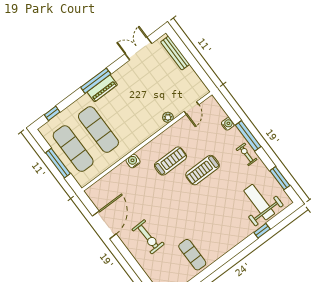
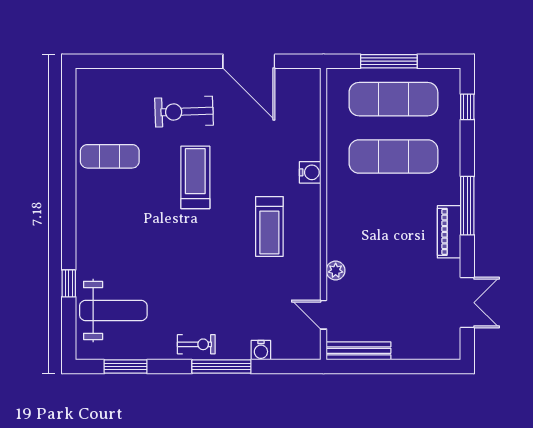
bench: (175, 53) -> (358, 351), moved
piano: (102, 88) -> (449, 232), moved
treadmill: (203, 170) -> (195, 177), moved

